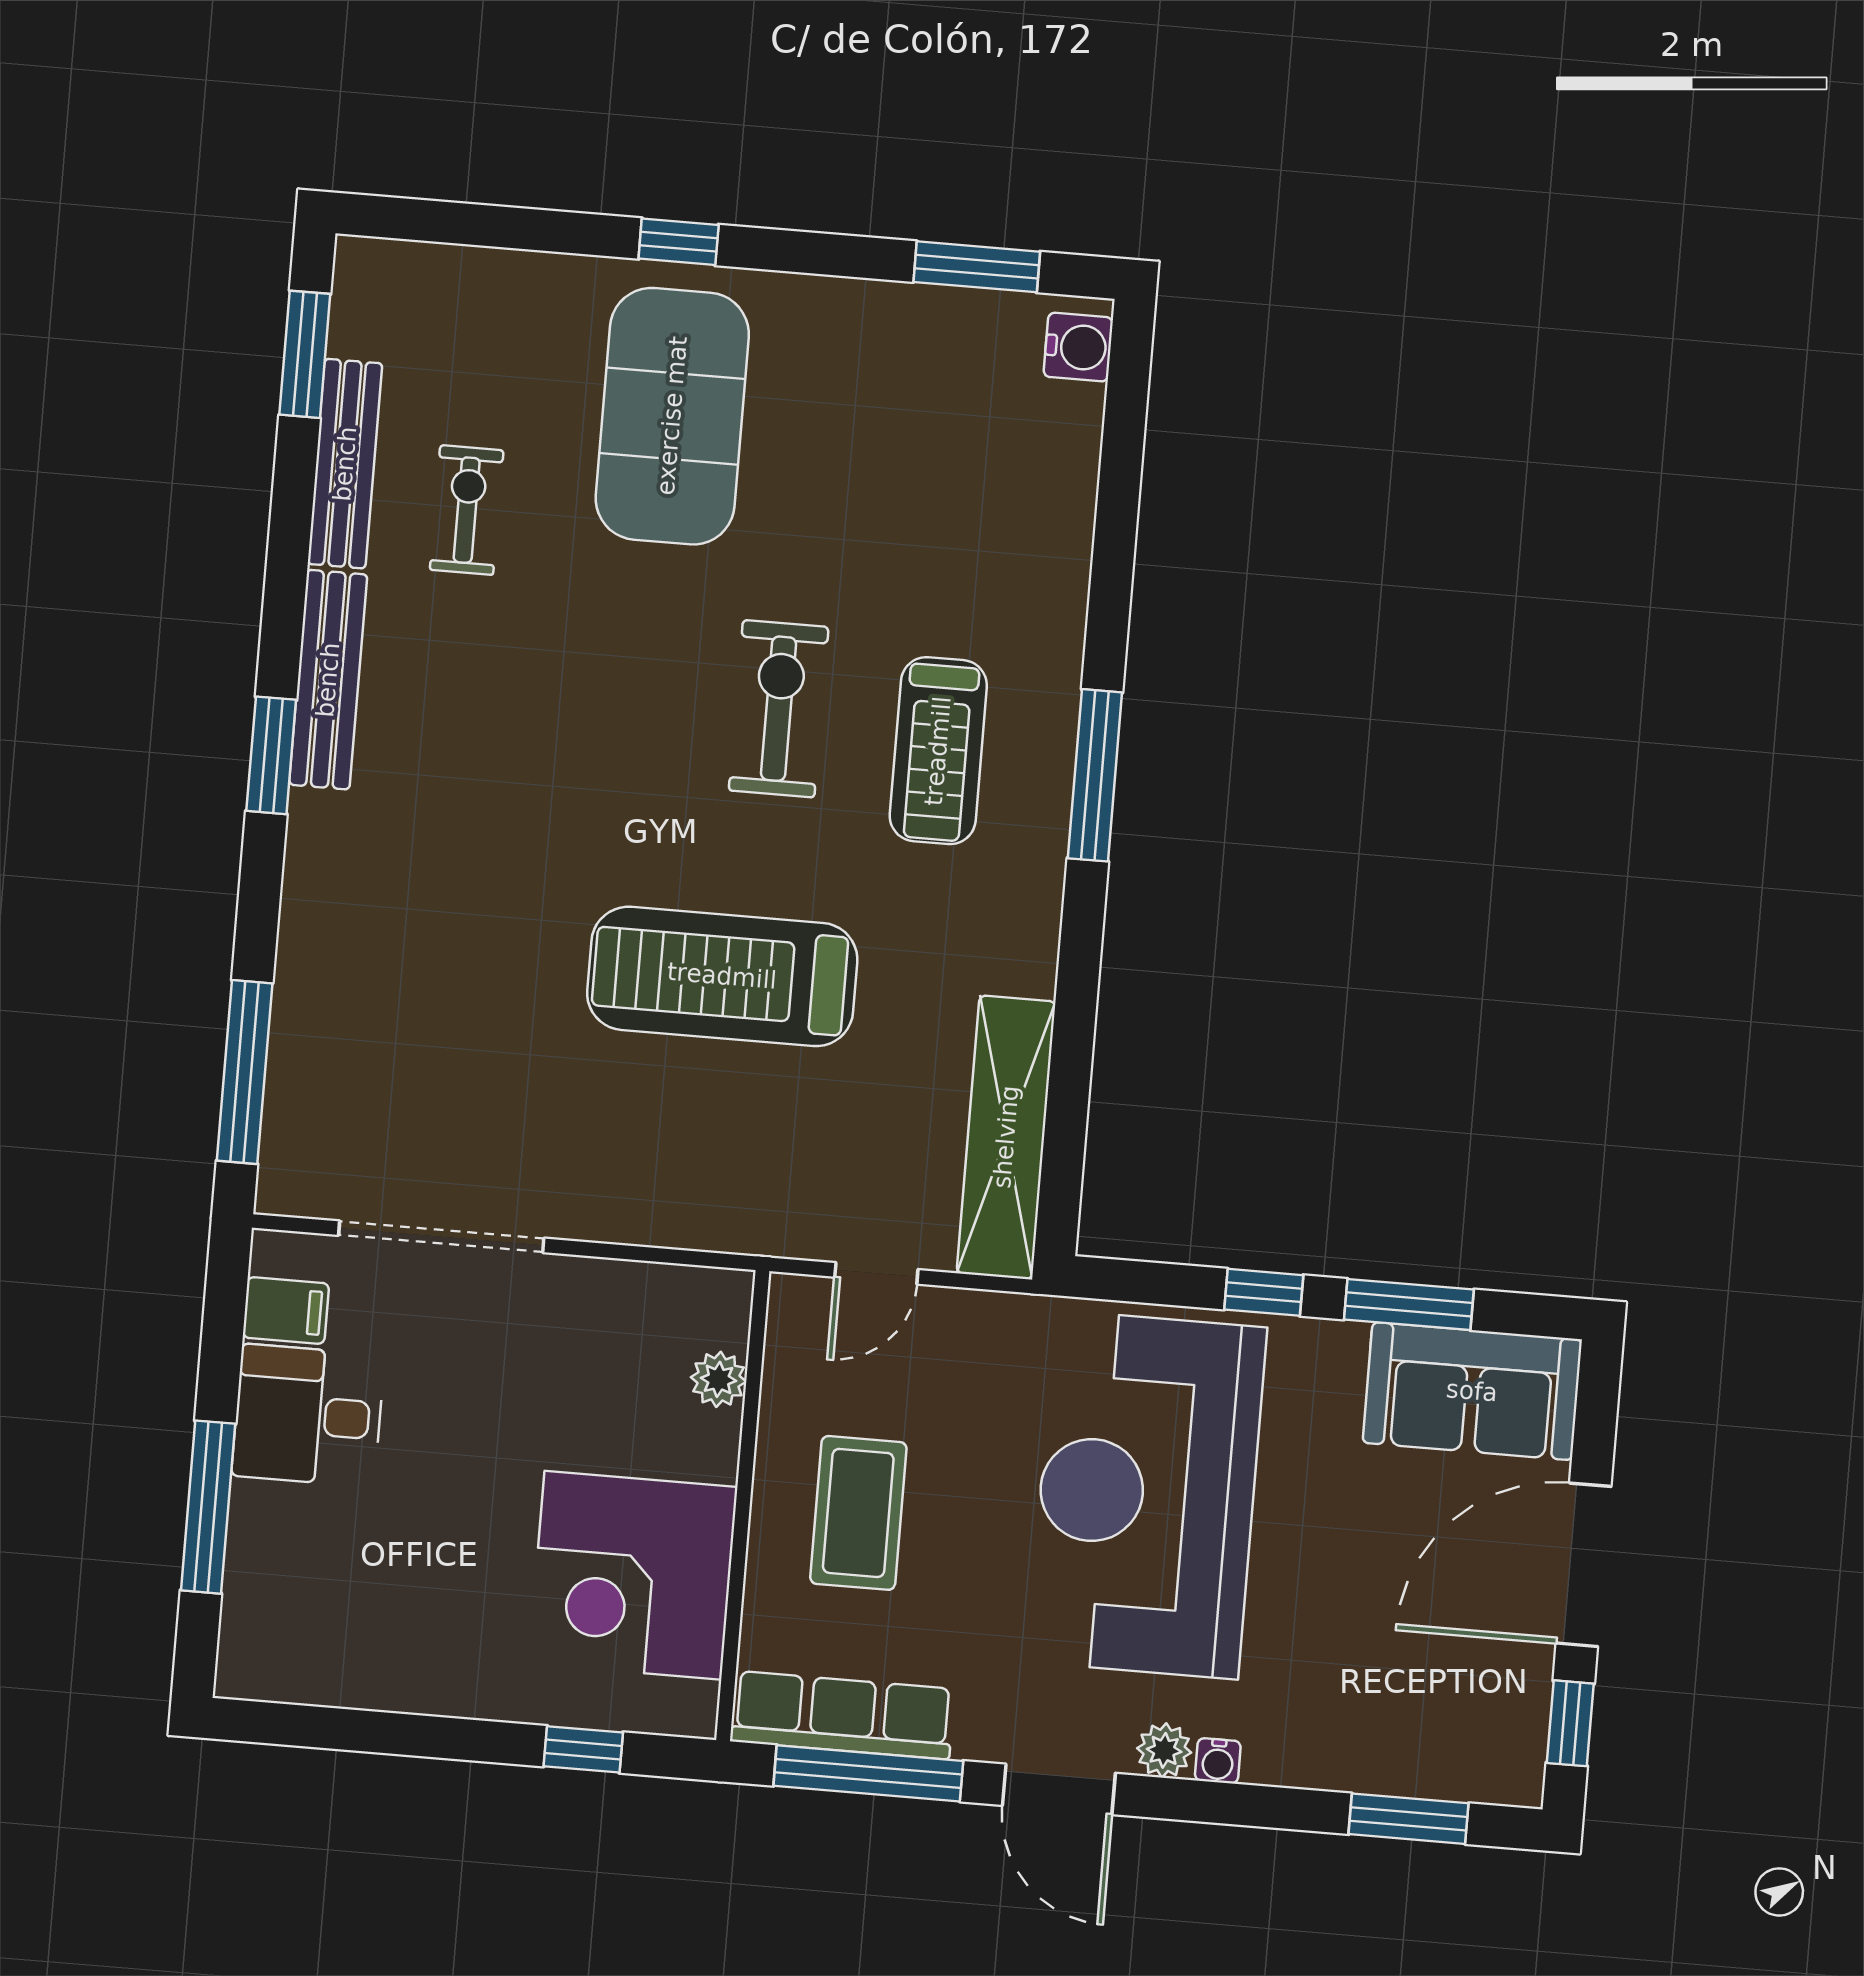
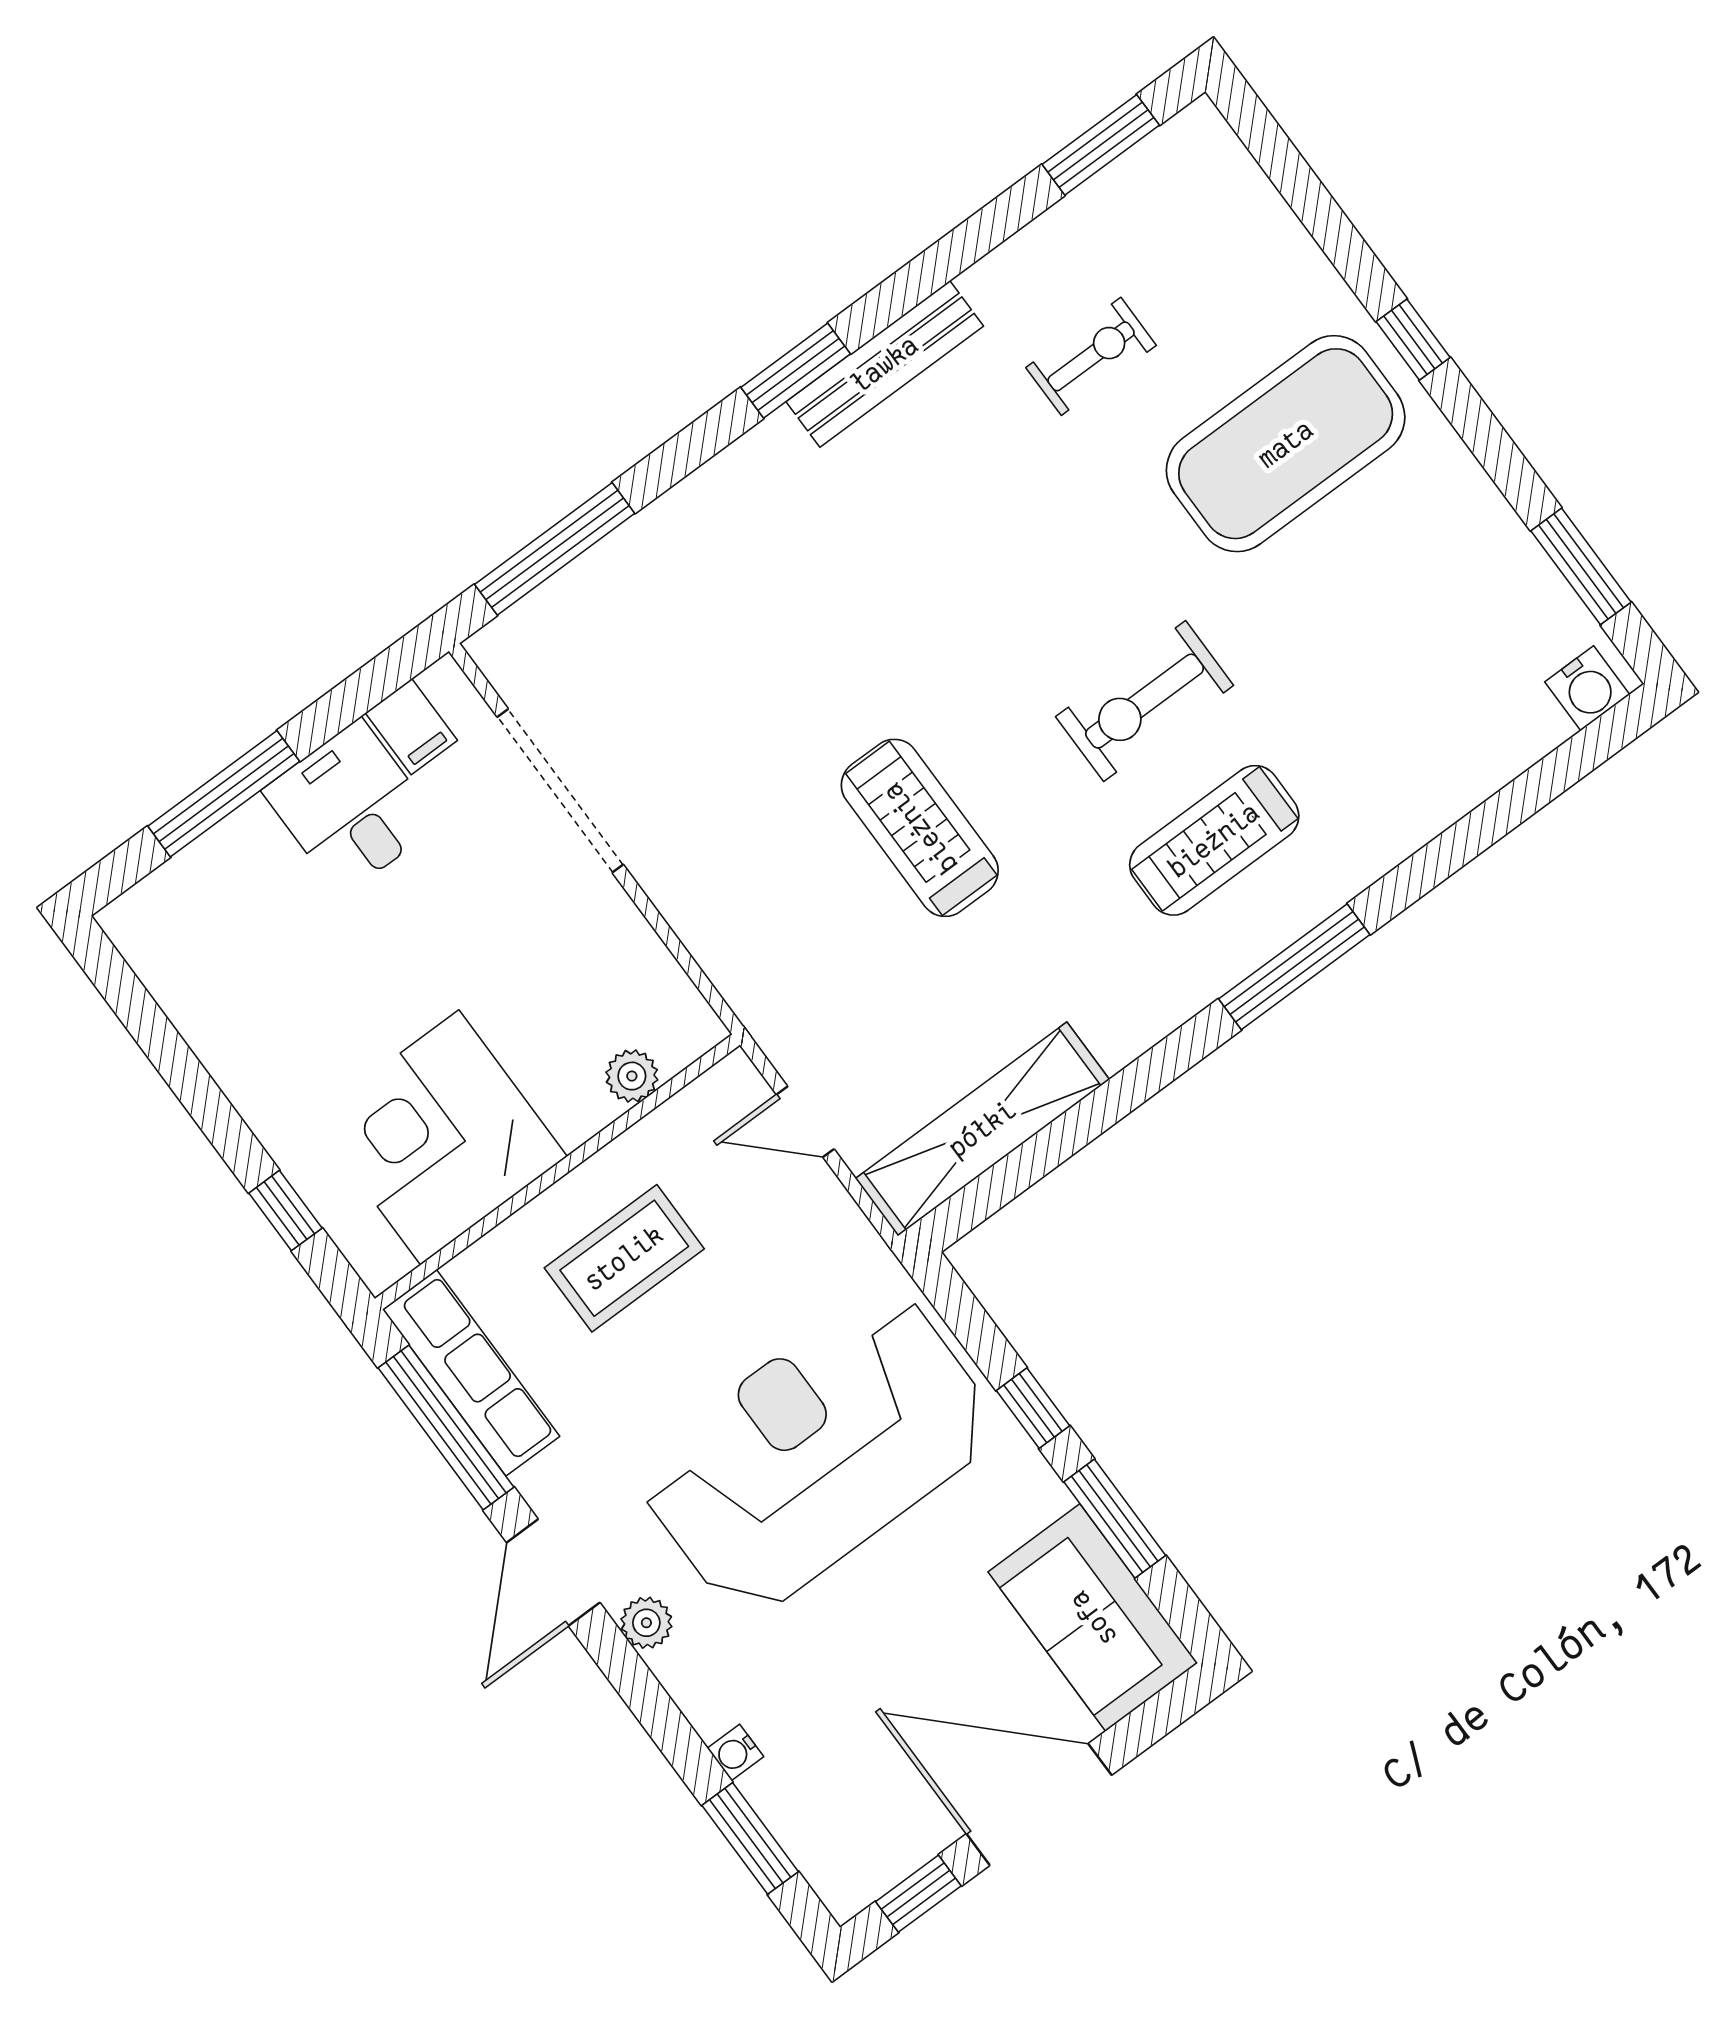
bench: (345, 464) -> (1048, 241), removed
exercise bike: (779, 709) -> (1145, 701), turned 180
treadmill: (722, 976) -> (920, 828), width x0.73, depth x0.73
water cooler: (1218, 1761) -> (735, 1752), moved

